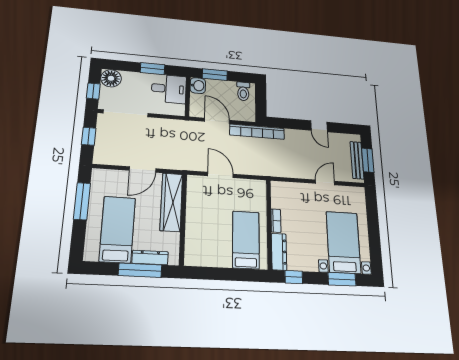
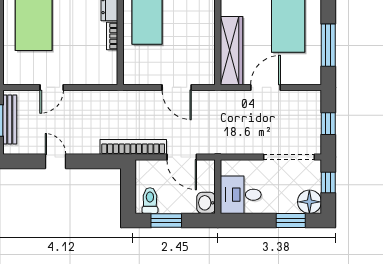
window: (153, 69) -> (291, 221), moved
window: (215, 75) -> (166, 221), moved

